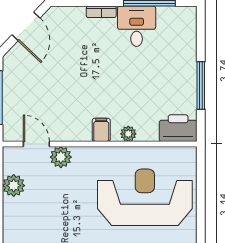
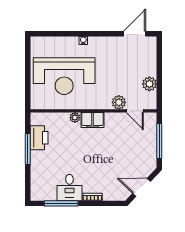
door: (26, 26) -> (142, 187), hinge flipped
printer: (178, 128) -> (39, 138), moved, turned -90
filing cabinet: (101, 130) -> (92, 120), width x2.00

